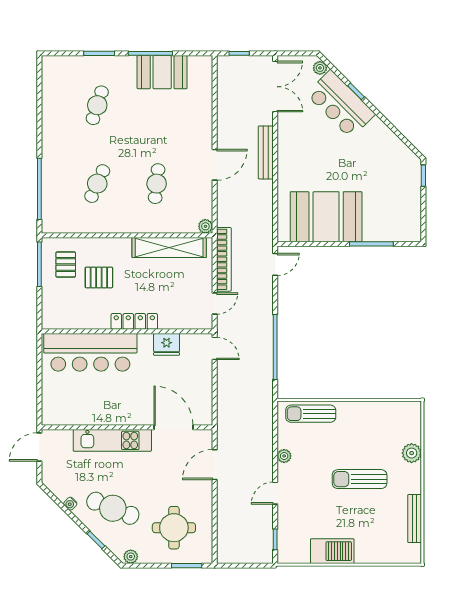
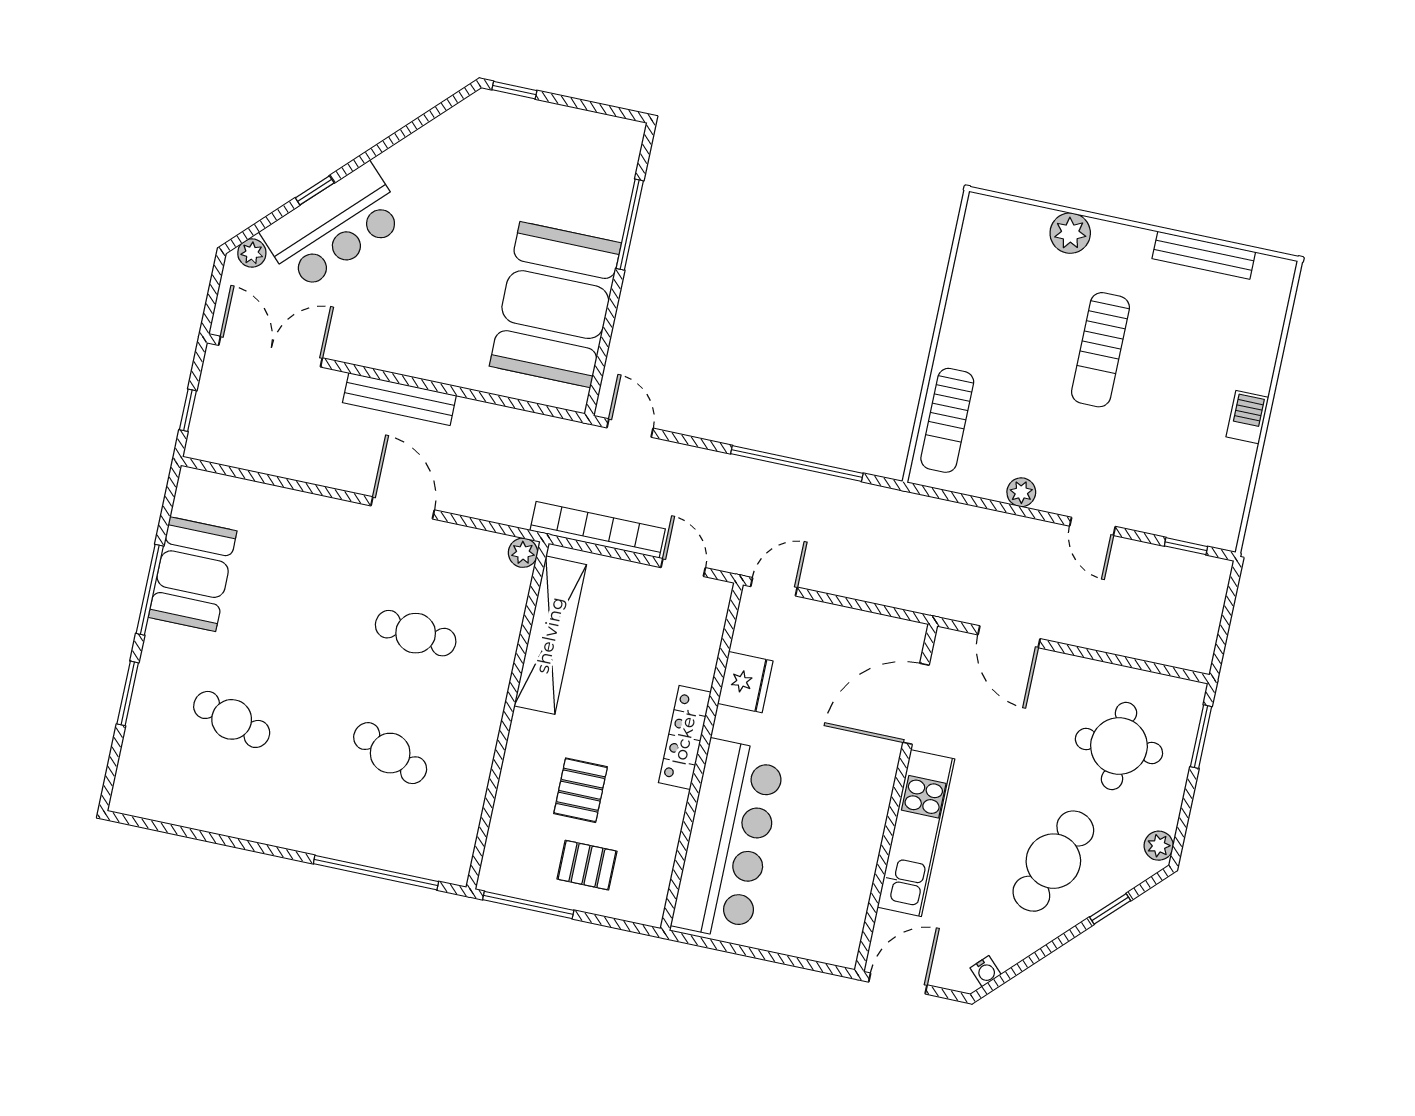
pallet: (66, 264) -> (587, 865), moved
door: (39, 447) -> (898, 983), swing flipped
water cooler: (70, 504) -> (986, 971), moved
barbecue: (332, 551) -> (1247, 417), width x0.53, depth x0.65

